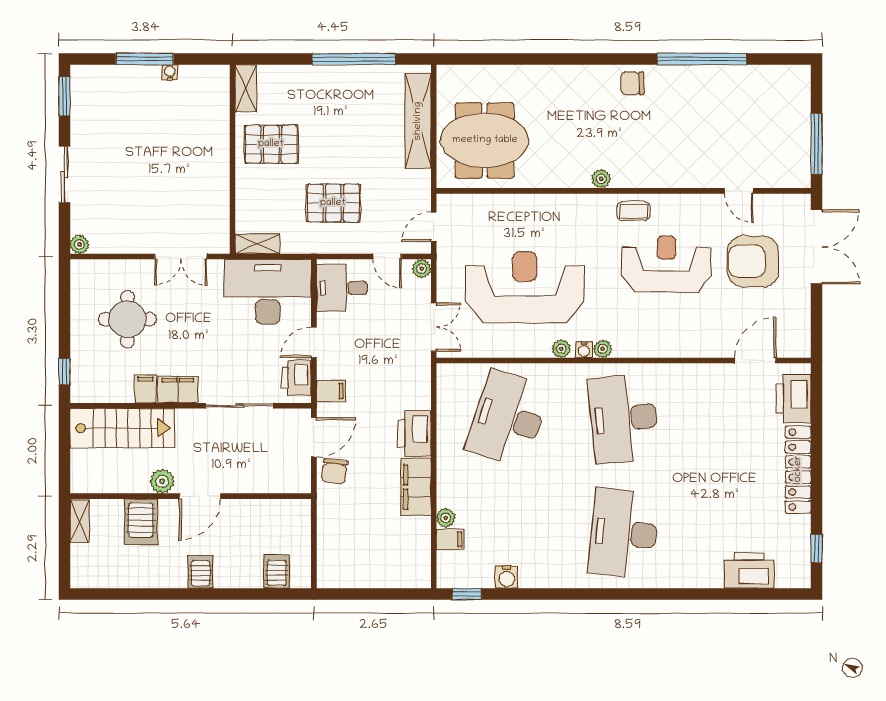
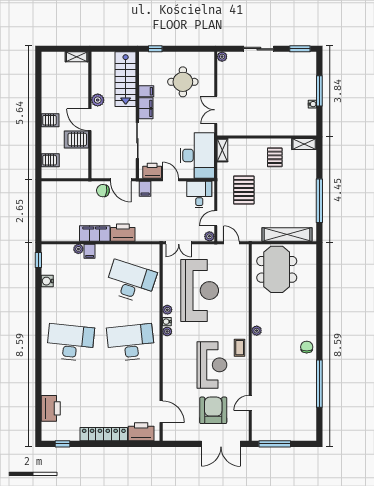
pallet: (271, 144) -> (275, 157), width x0.67, depth x0.71
server rack: (141, 522) -> (76, 139), moved
filing cabinet: (450, 539) -> (90, 251), moved

